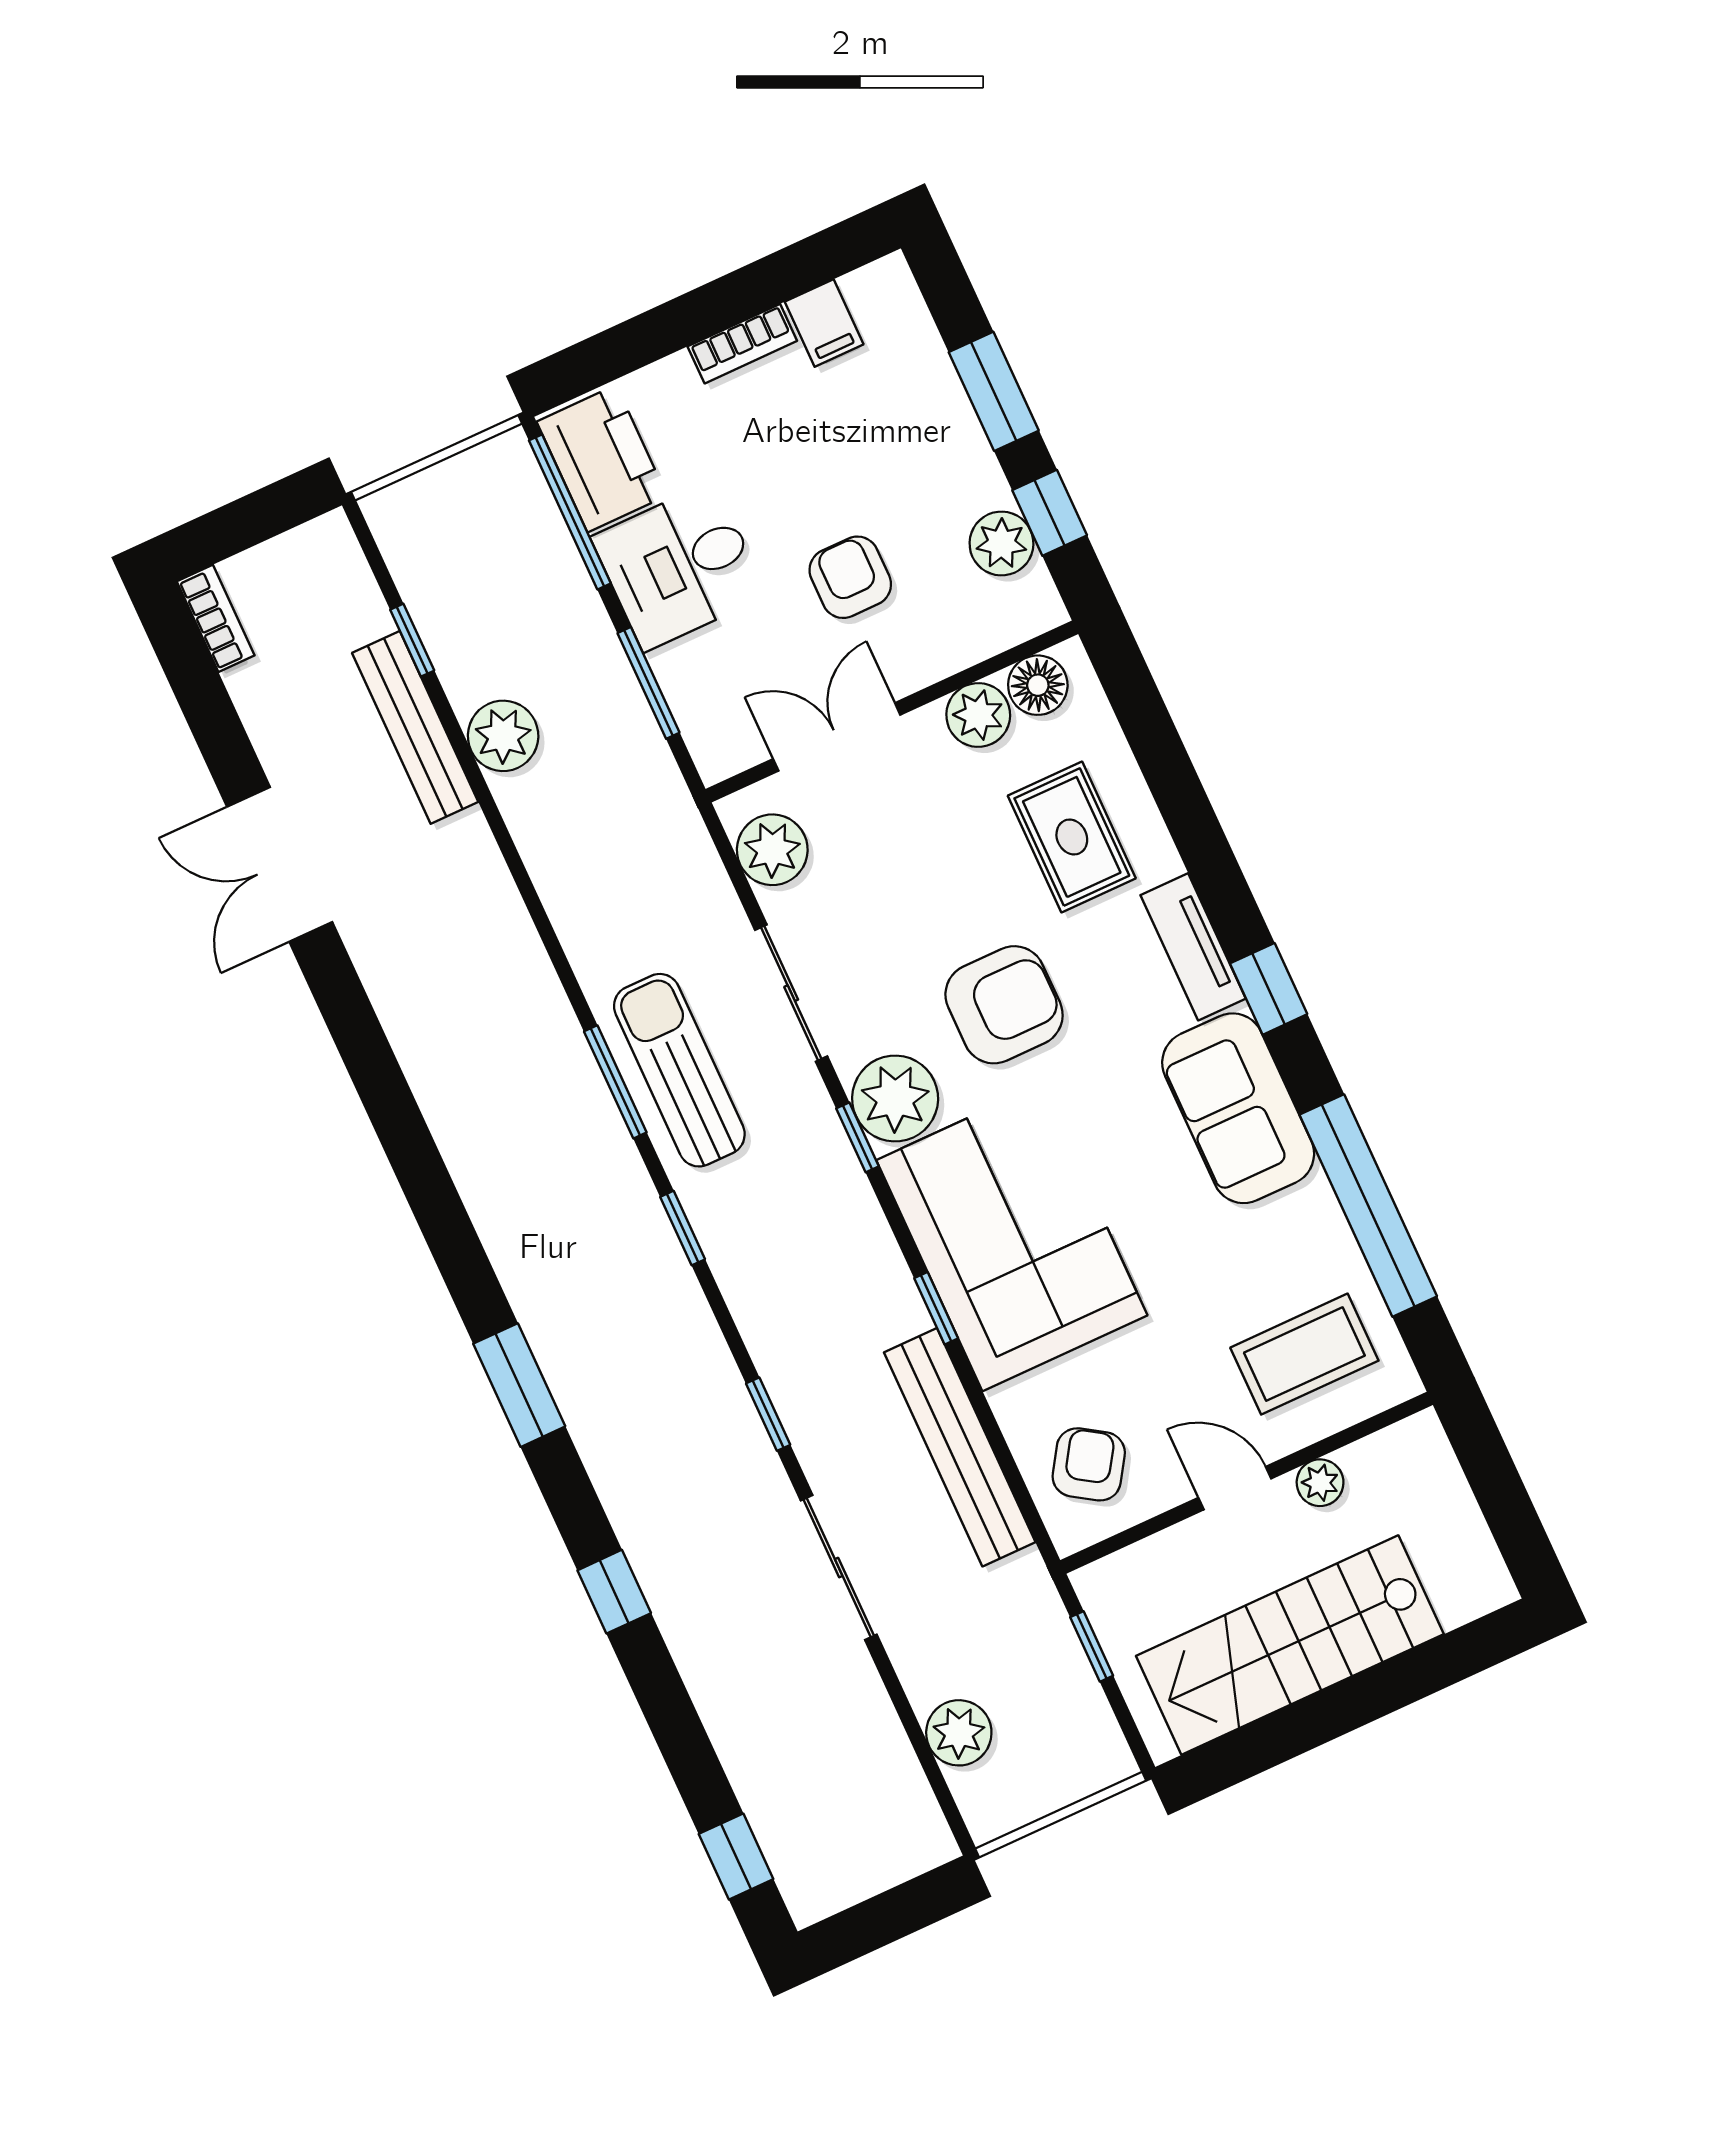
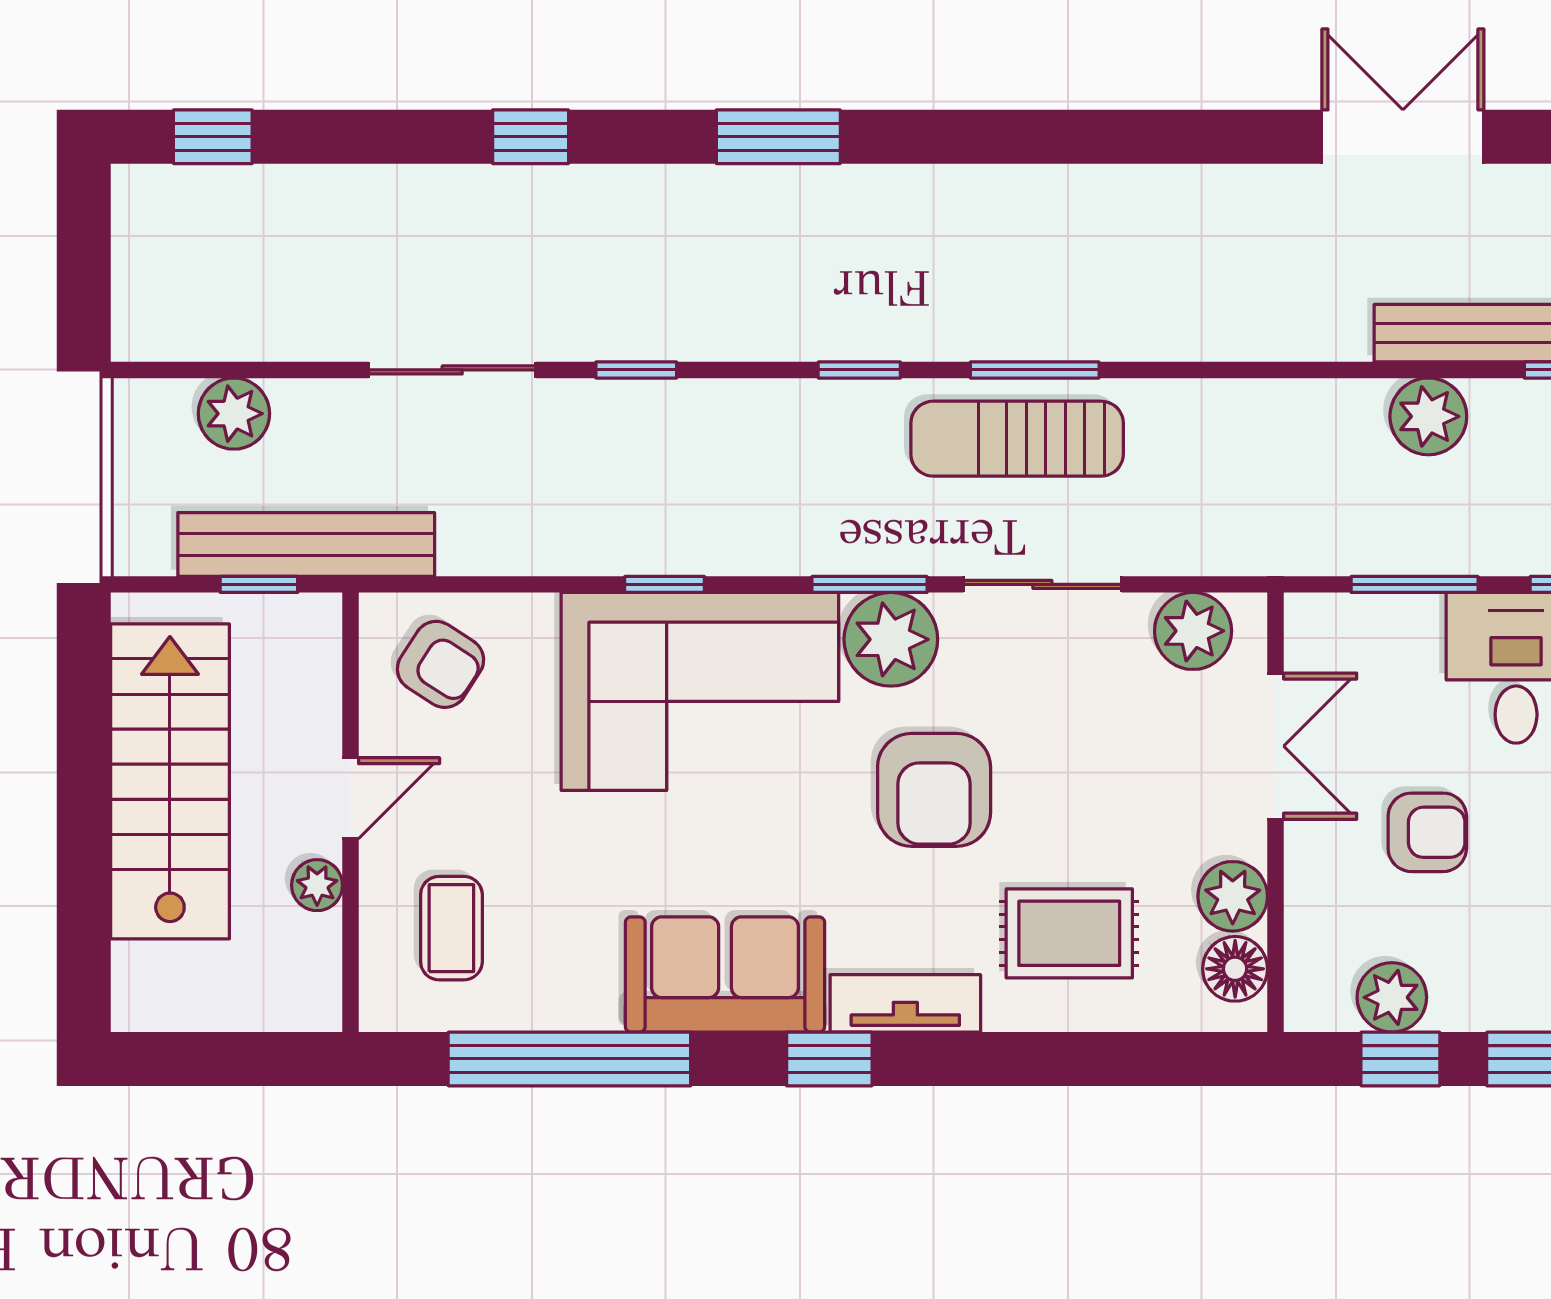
sun lounger: (679, 1070) -> (1017, 439), turned 180
window: (858, 1137) -> (870, 584), width x1.50
coffee table: (1304, 1354) -> (451, 928), width x0.73, depth x0.77
bench: (960, 1447) -> (306, 544), moved

